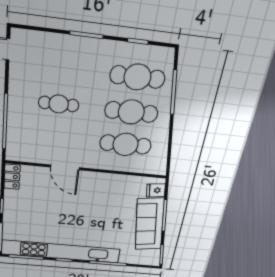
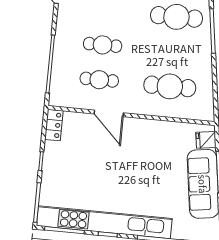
cafe table: (131, 112) -> (99, 80), moved, width x0.73, depth x0.74

